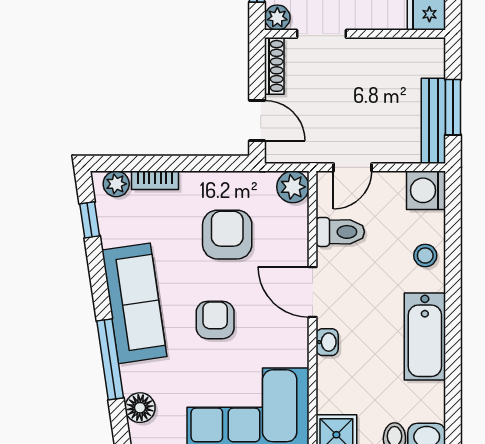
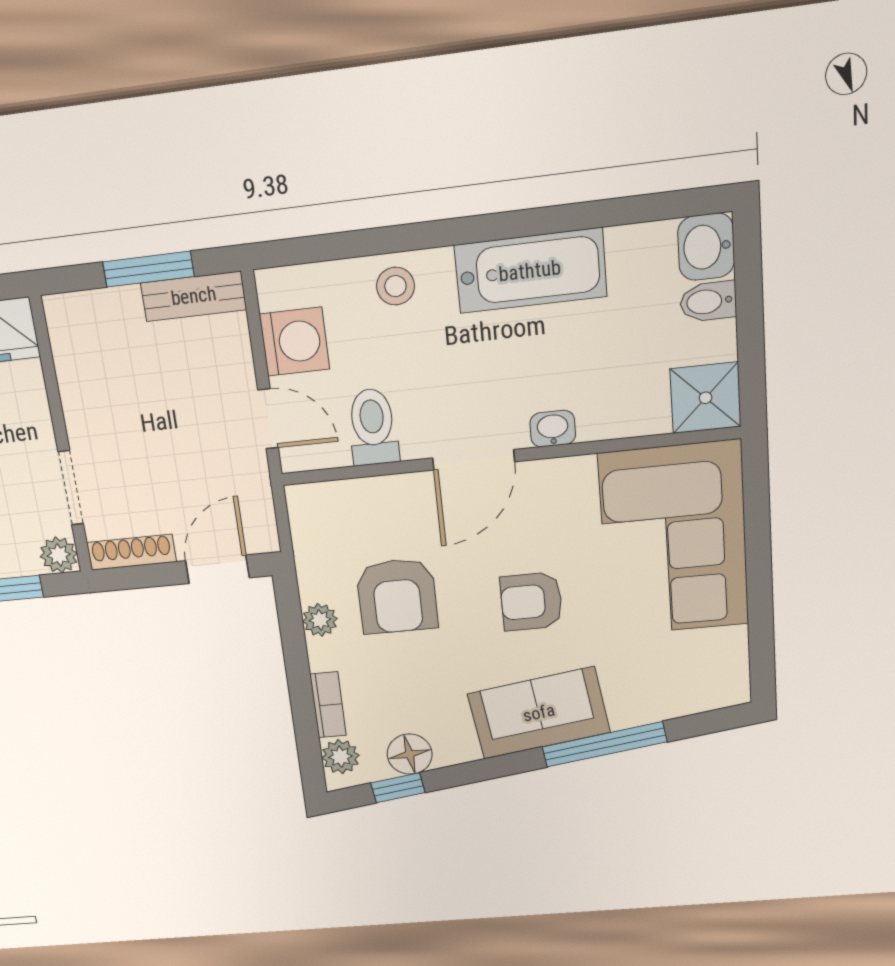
bench: (433, 121) -> (194, 296), width x0.73
plant: (293, 187) -> (320, 620), moved, width x0.73, depth x0.73
washing machine: (426, 190) -> (295, 342), moved, turned -90
armchair: (227, 235) -> (397, 596), turned -90
sofa: (134, 303) -> (539, 713), width x0.73
floor lamp: (140, 408) -> (410, 754), moved

